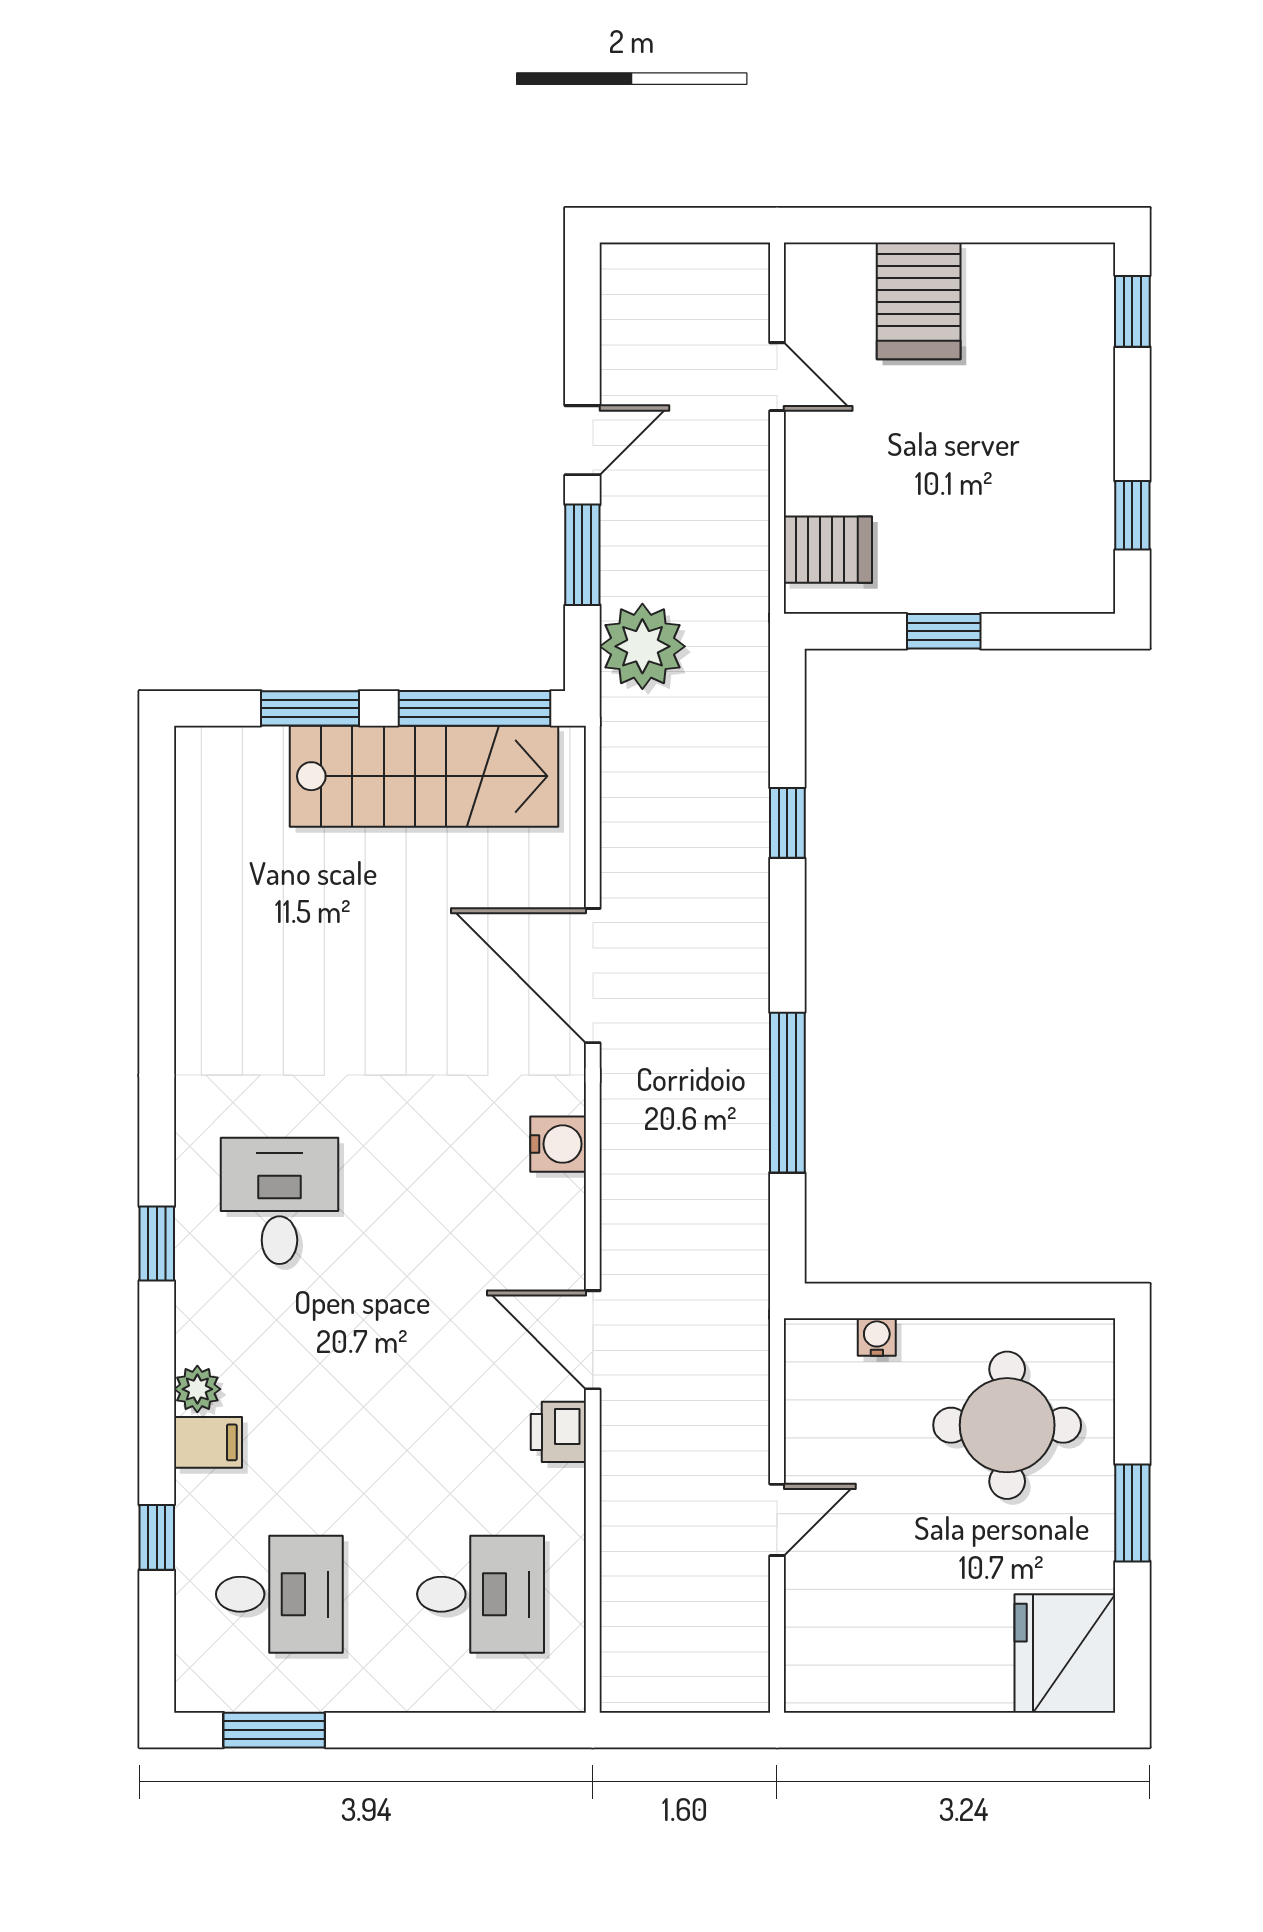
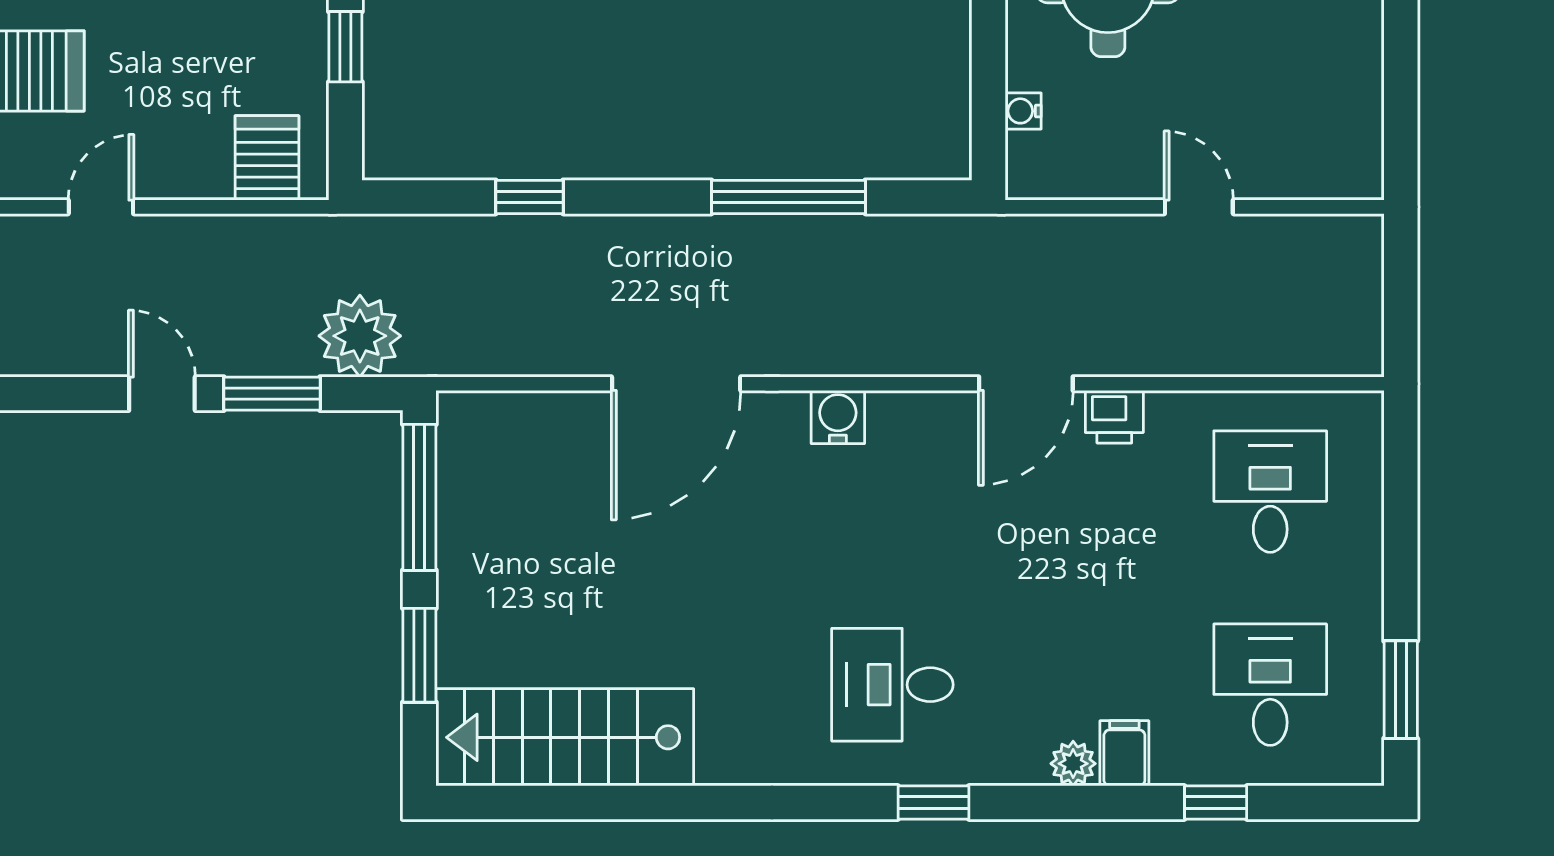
stairs: (424, 776) -> (565, 737), moved, turned -90

